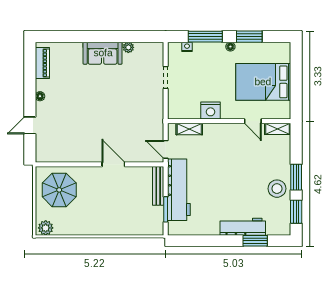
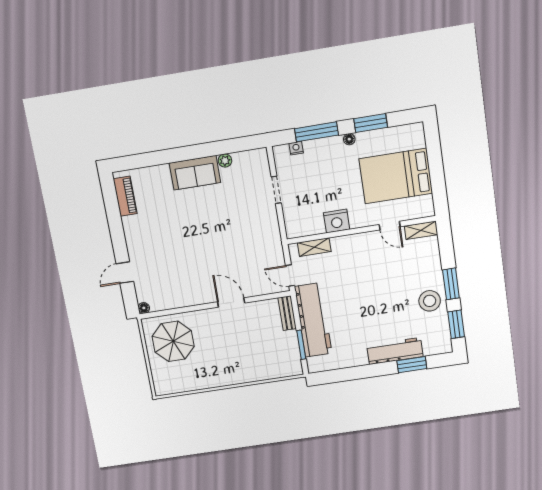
floor lamp: (40, 96) -> (144, 308), moved
bench: (158, 186) -> (287, 313), width x0.73
plant: (46, 228) -> (166, 386), removed

